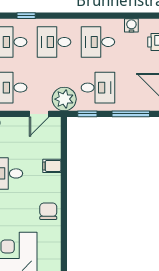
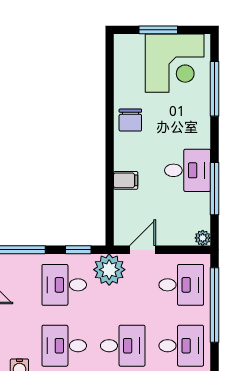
desk: (98, 42) -> (64, 346), turned 180

